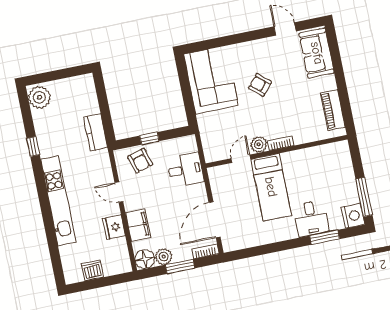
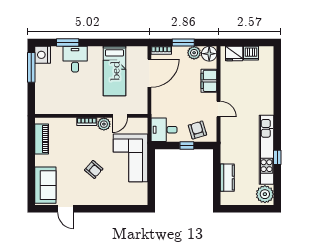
corner sofa: (211, 80) -> (131, 158), moved
kitchen counter: (96, 132) -> (227, 178), moved
desk: (185, 170) -> (164, 130), moved
bed: (271, 187) -> (115, 71), moved, turned 180
kitchen unit: (58, 201) -> (267, 150), moved
fridge: (114, 227) -> (234, 54), moved, turned 90

